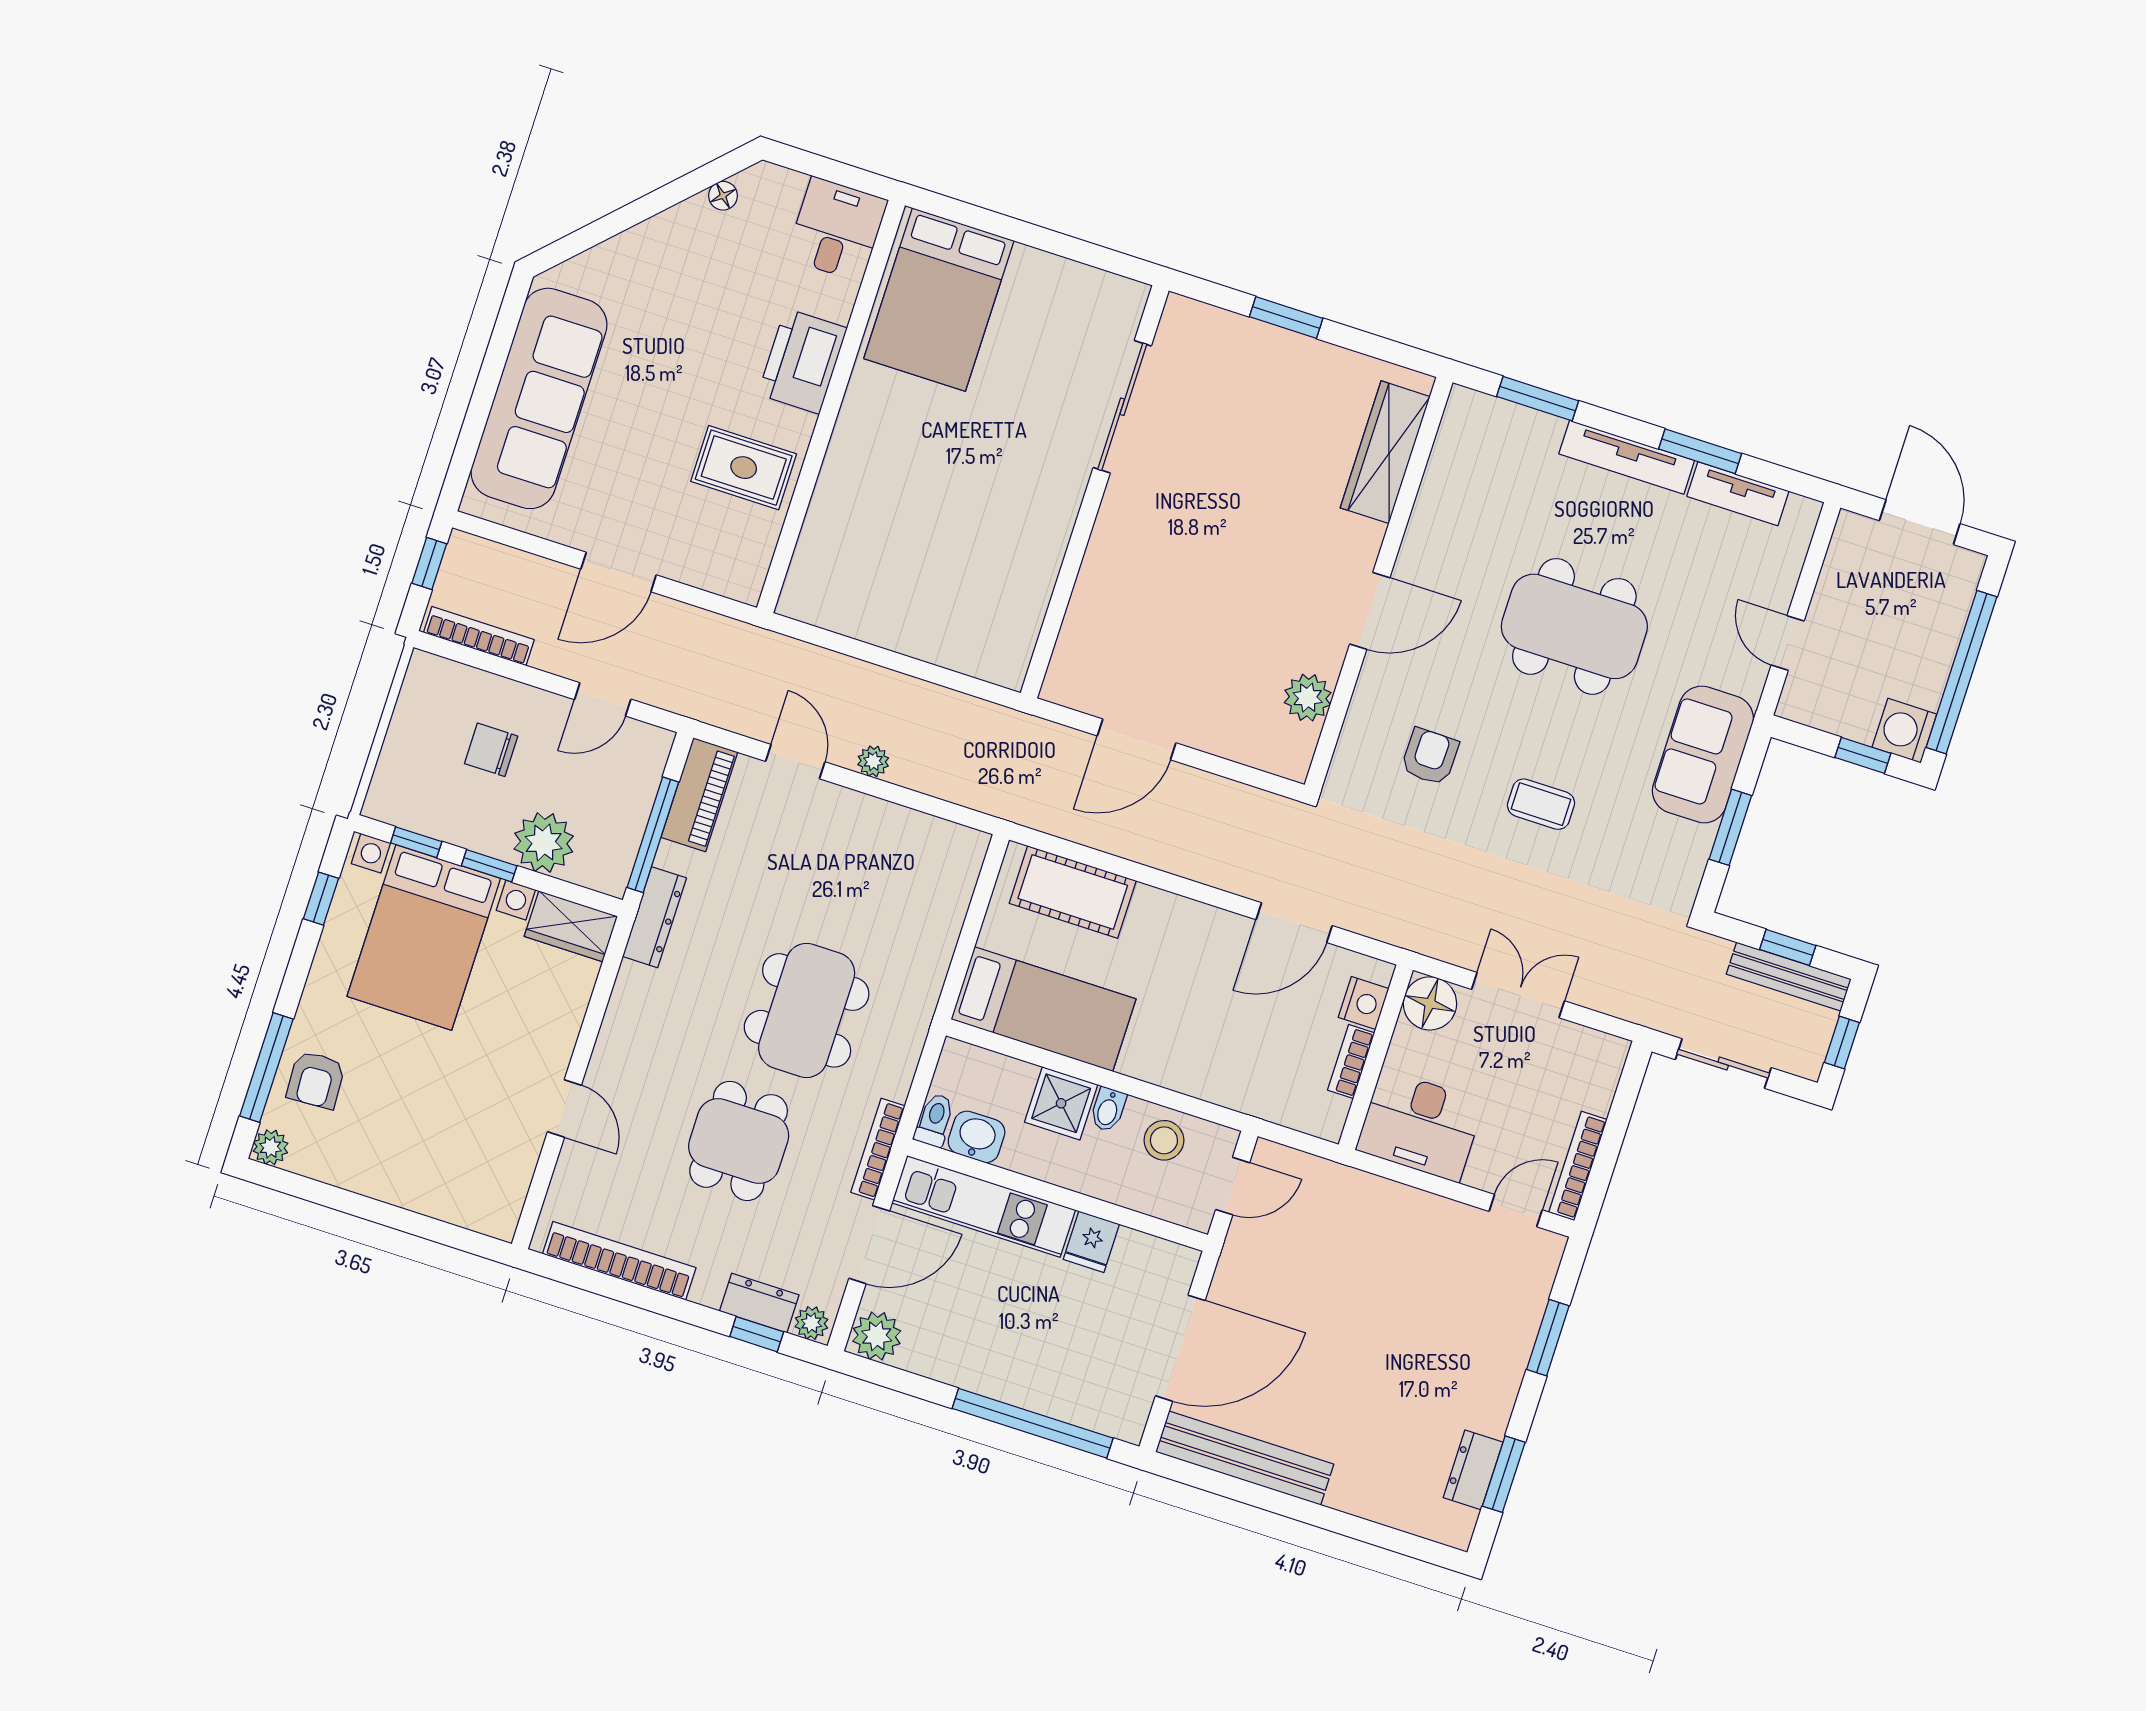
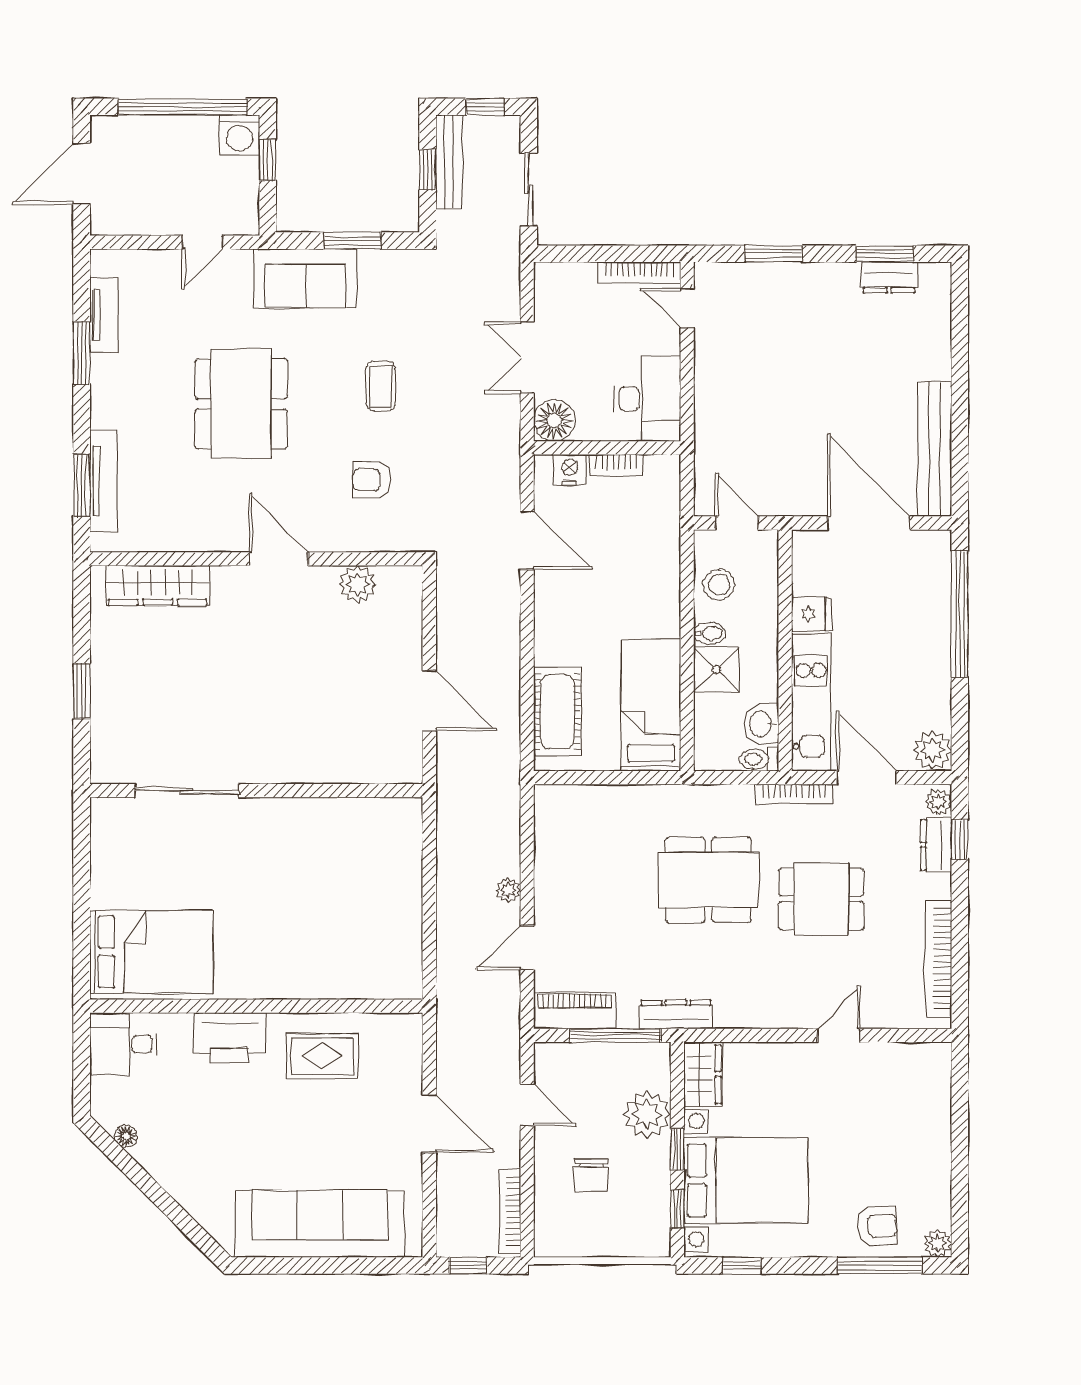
tv unit: (1627, 457) -> (104, 481), moved
rug: (744, 468) -> (322, 1056), turned 90

